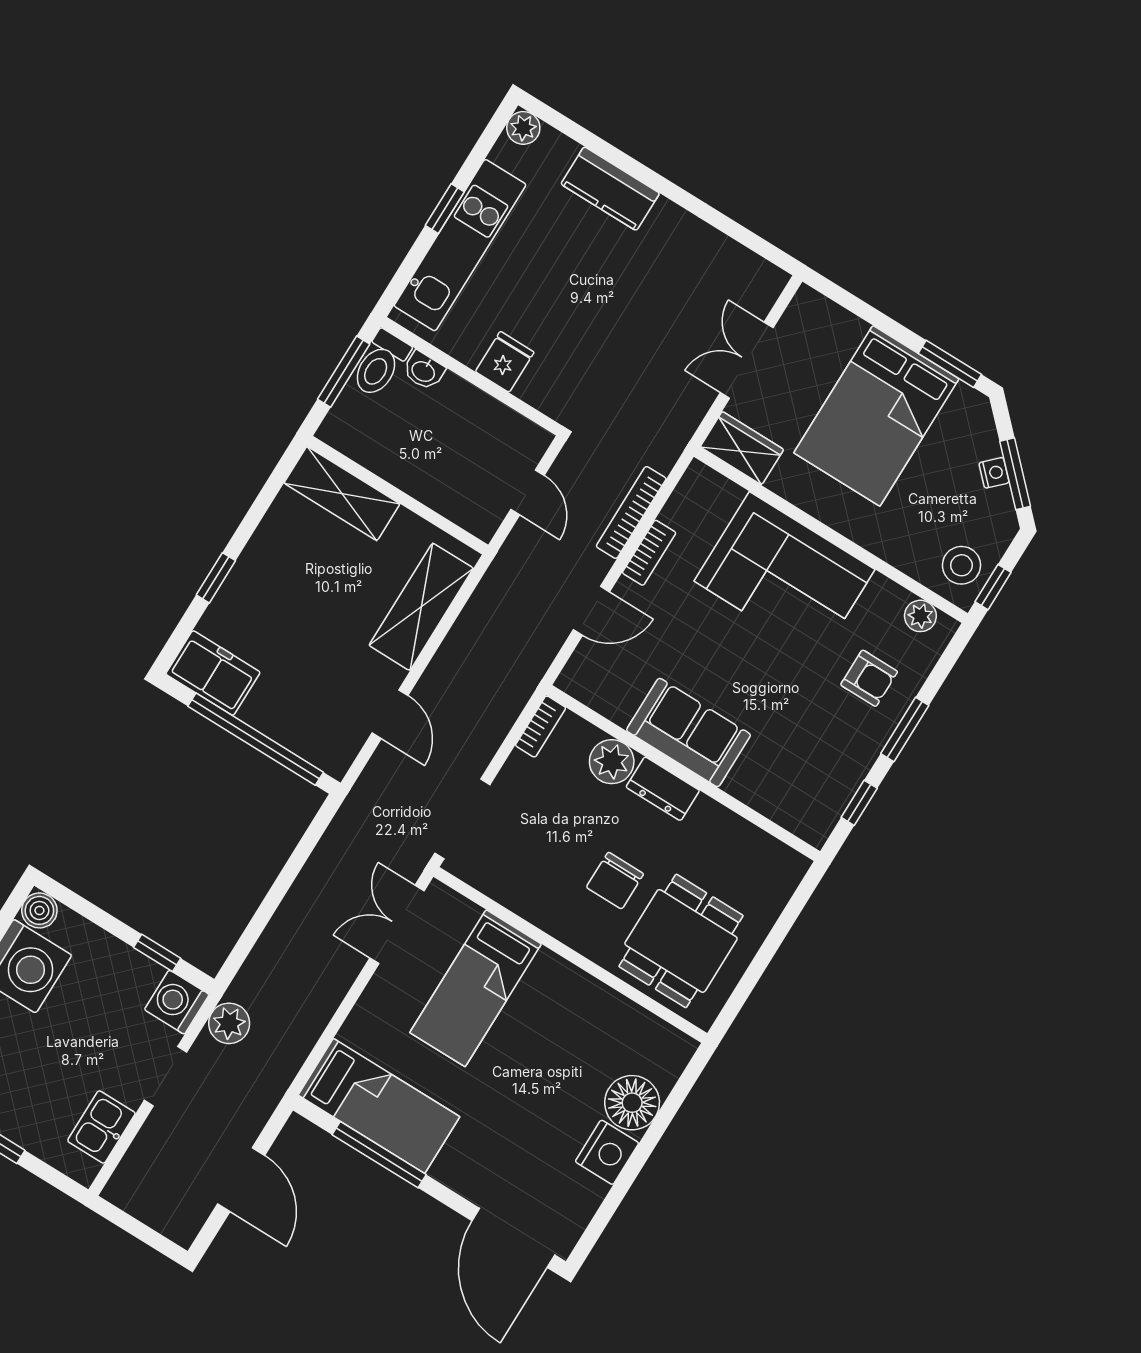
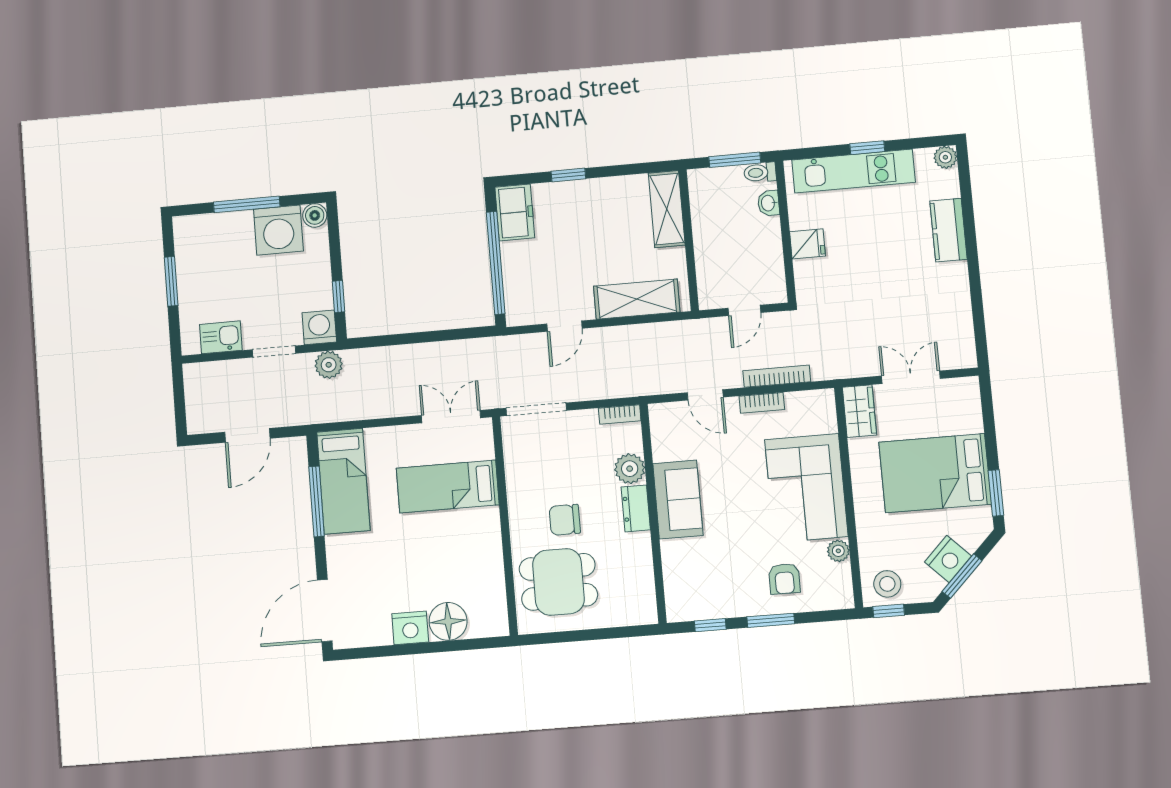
toilet: (380, 364) -> (760, 172), width x0.73, depth x0.72
nightstand: (994, 473) -> (948, 559), width x1.89, depth x1.79
plant: (920, 616) -> (838, 551), moved

